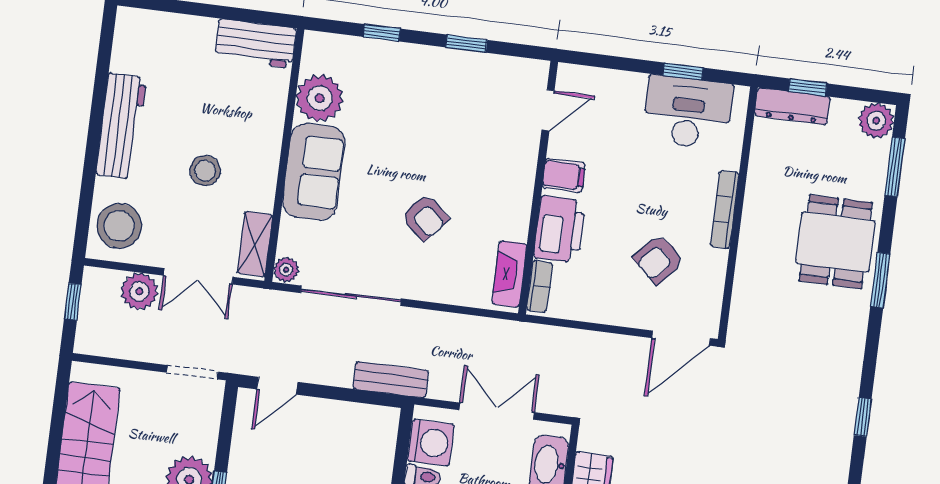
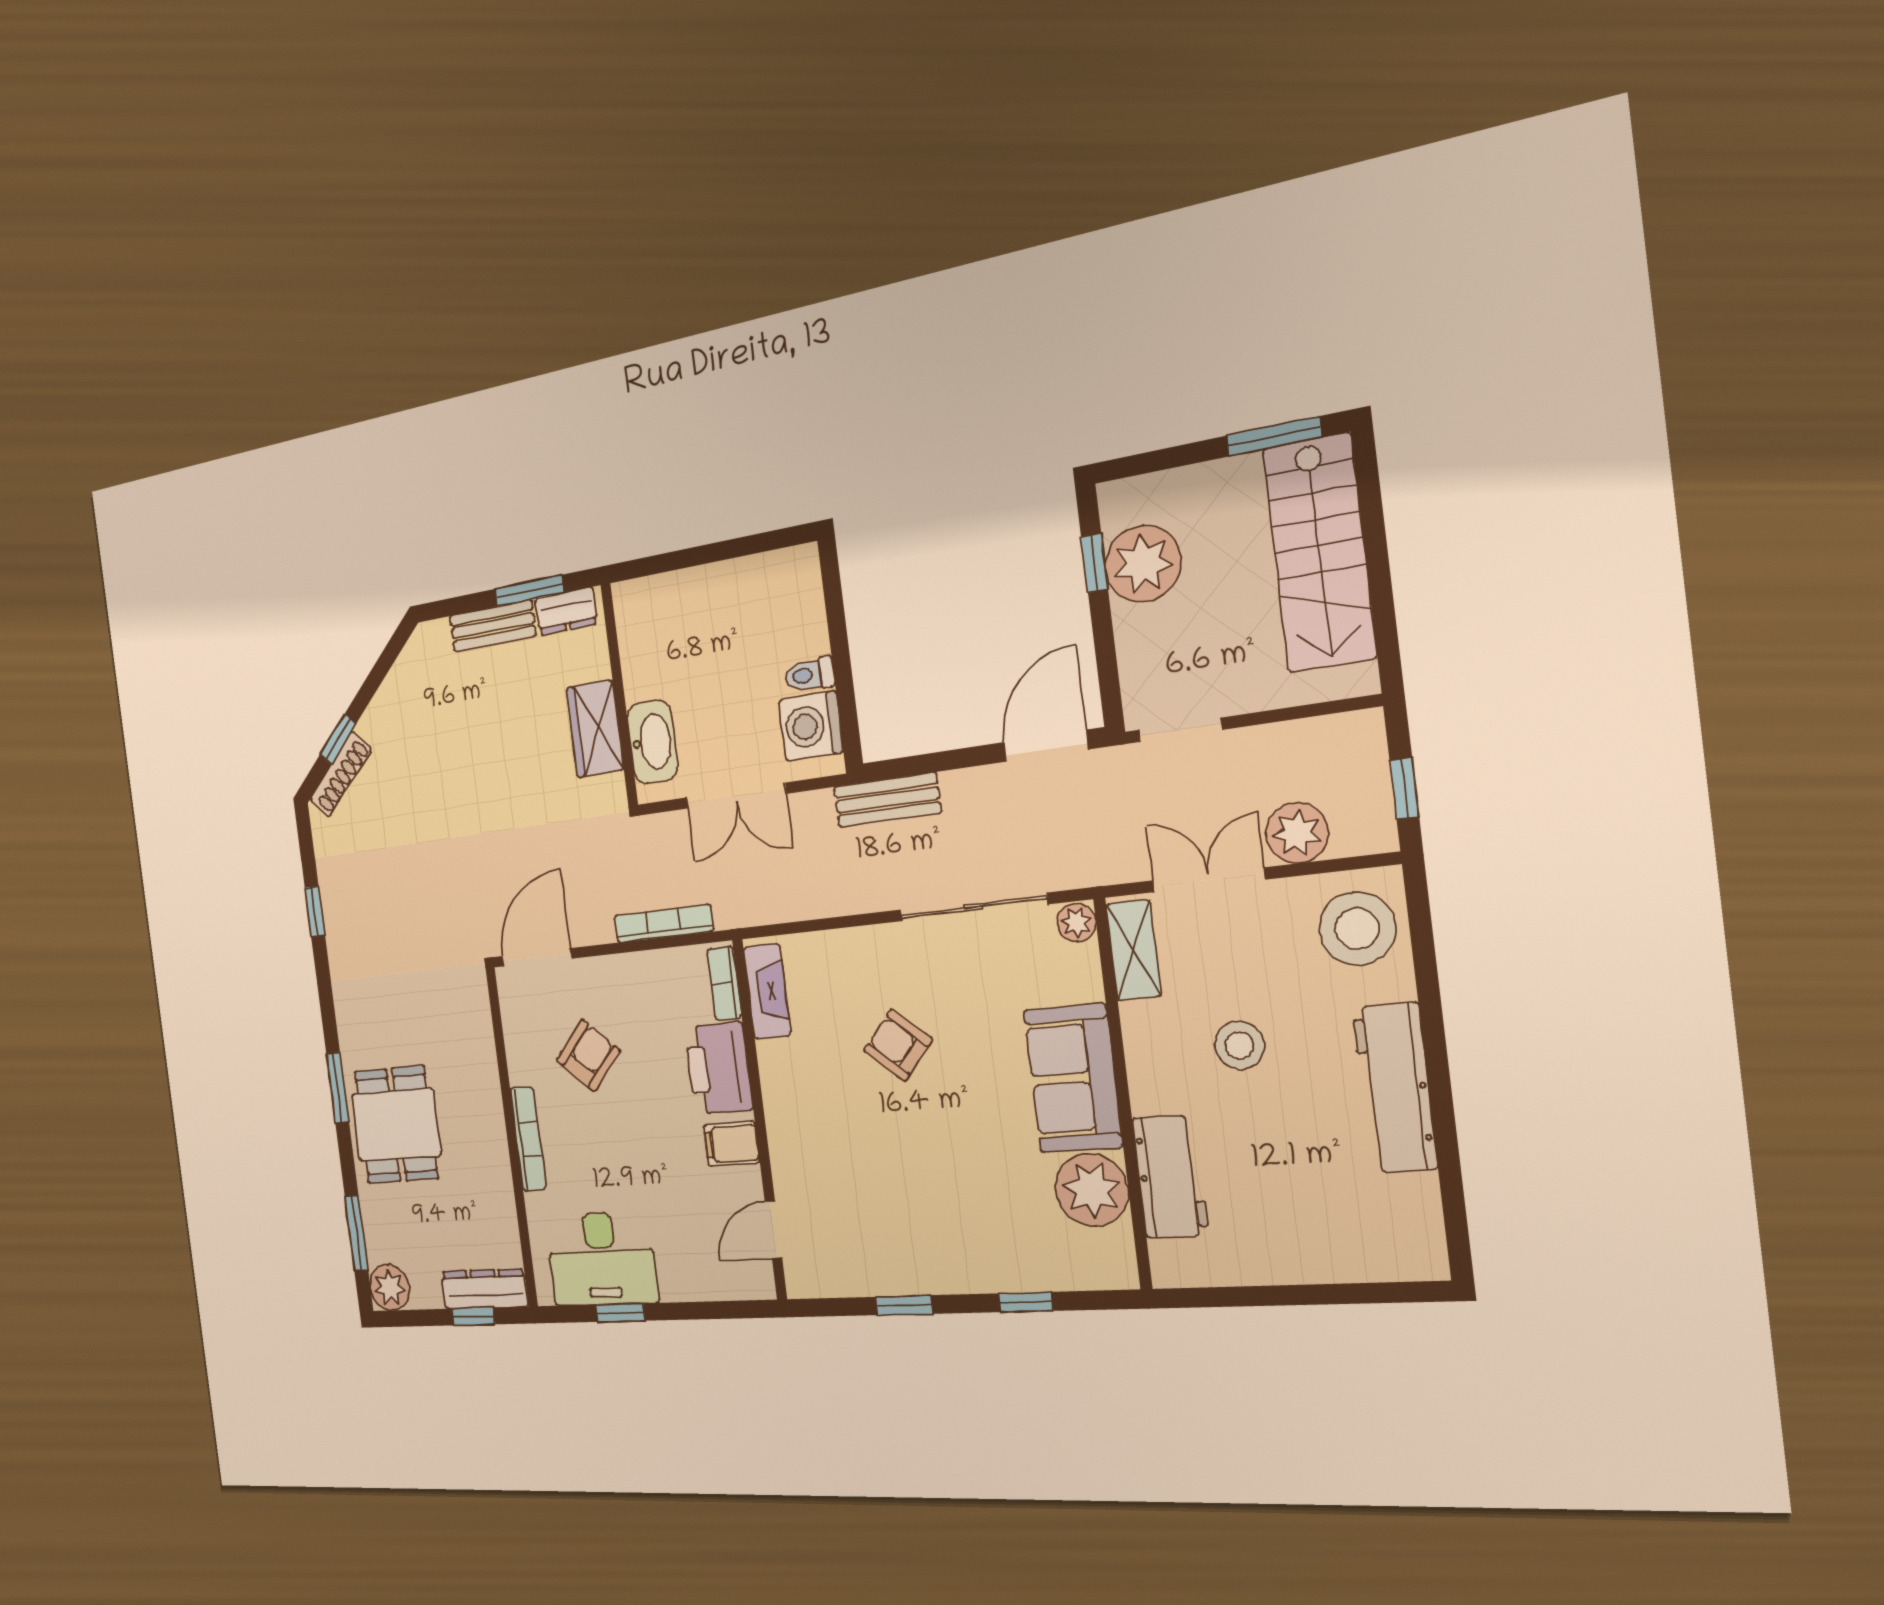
workbench: (255, 43) -> (1171, 1176), moved, turned 90
bookcase: (574, 338) -> (664, 923), added
door: (277, 386) -> (1046, 746), width x1.38

